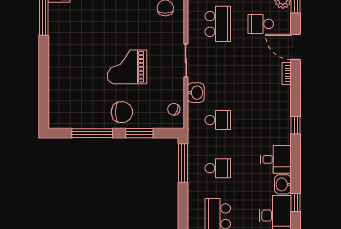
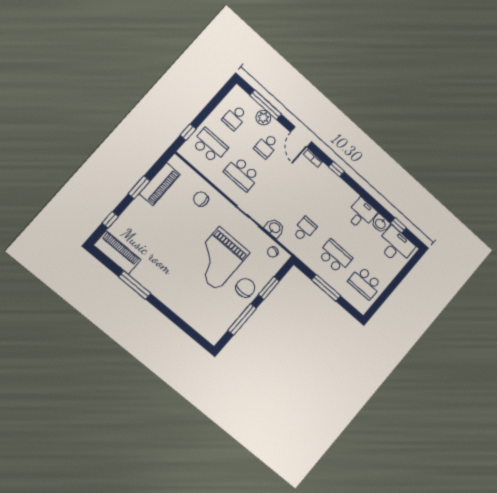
school desk: (218, 24) -> (242, 174), turned 180
door: (296, 47) -> (301, 137), hinge flipped
grand piano: (127, 67) -> (218, 259), width x1.37, depth x1.48
window: (296, 125) -> (336, 169), moved
window: (183, 163) -> (326, 288), moved
school desk: (218, 168) -> (335, 256), width x1.85

